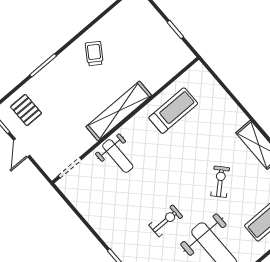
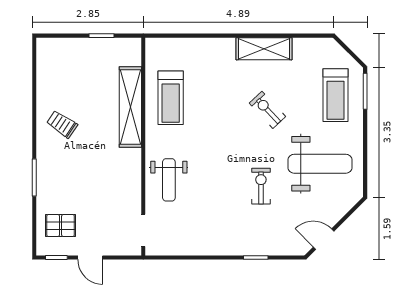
shelving: (119, 111) -> (130, 107), moved
treadmill: (173, 111) -> (171, 98), turned 180
weight bench: (118, 156) -> (169, 180), turned 90

